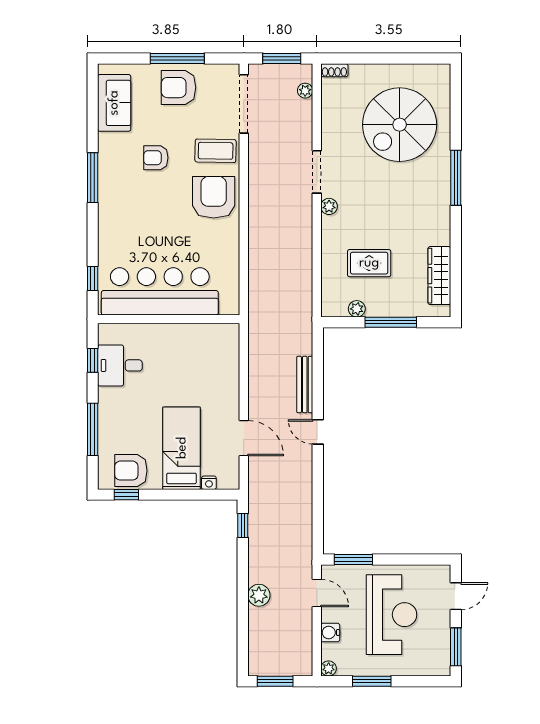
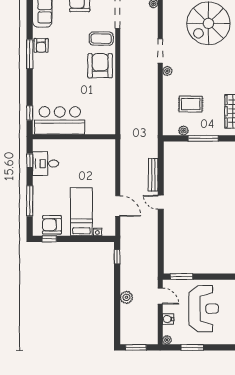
armchair: (156, 158) -> (41, 45), moved, turned -90
bar counter: (160, 291) -> (60, 120), width x0.73

